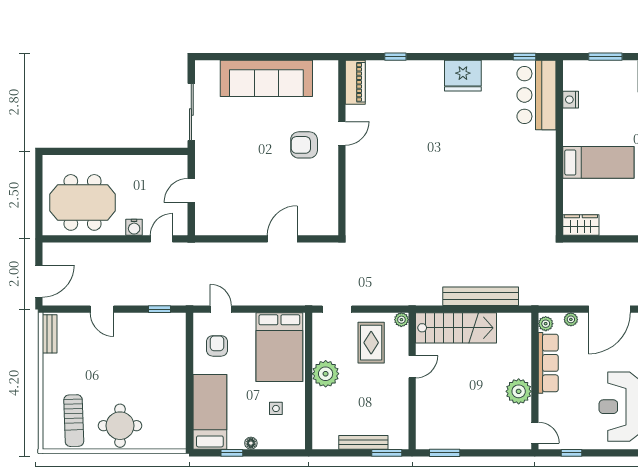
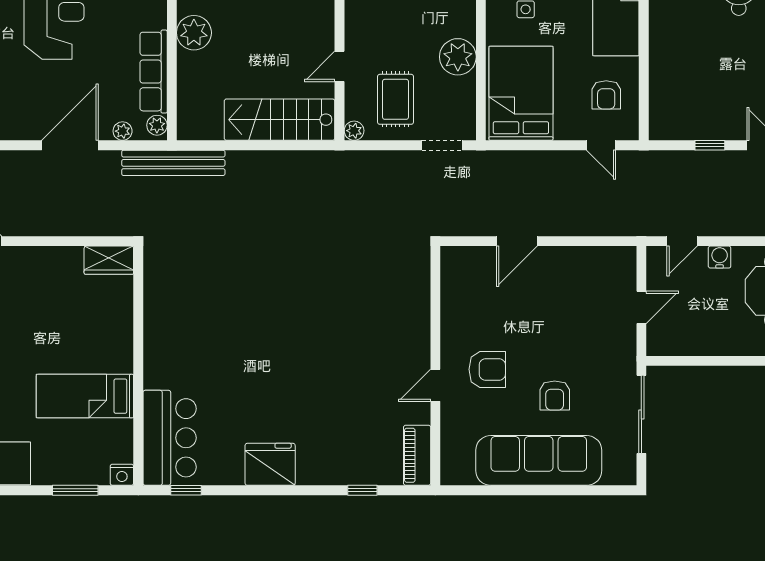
nightstand: (571, 100) -> (122, 475), moved, turned 90
armchair: (255, 126) -> (555, 395), added
bed: (598, 162) -> (85, 396), moved
bench: (481, 296) -> (173, 163), moved
window: (159, 309) -> (710, 145), moved

